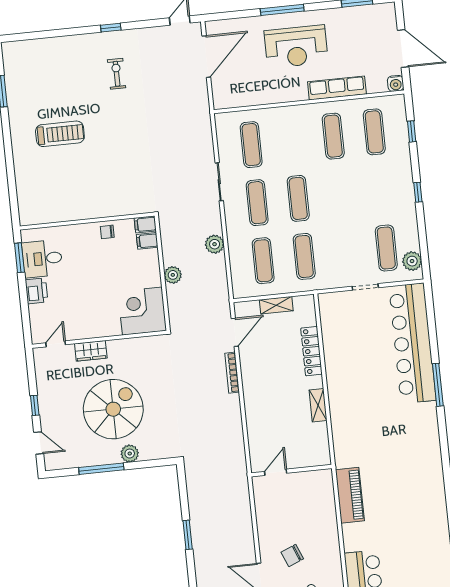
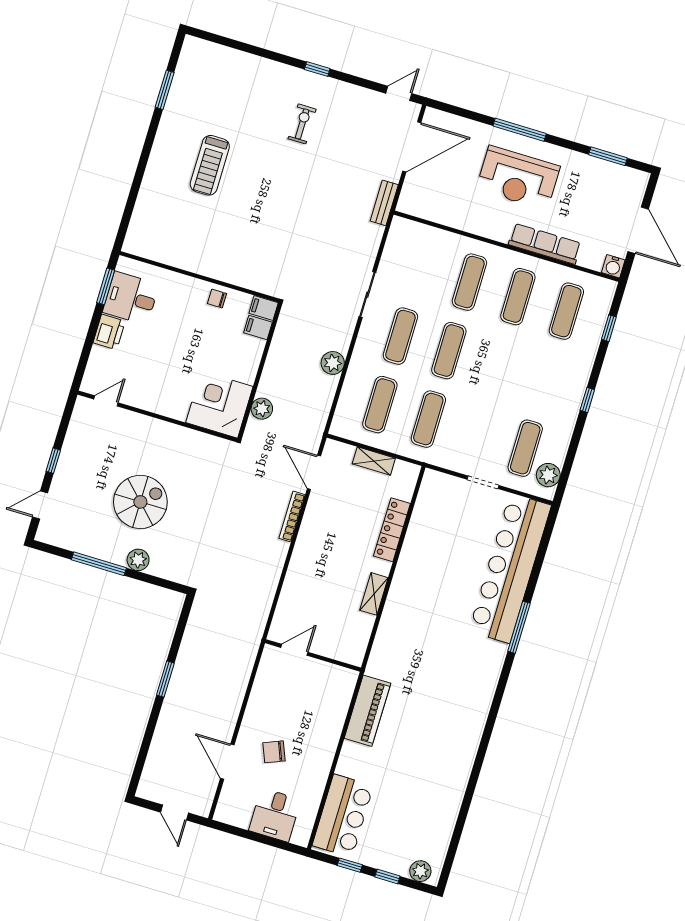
bench: (203, 107) -> (384, 203), added
treadmill: (60, 134) -> (210, 165), turned 90
exercise mat: (251, 145) -> (469, 282), moved
plant: (173, 275) -> (262, 409), moved
door: (235, 332) -> (314, 472), swing flipped
wardrobe: (91, 351) -> (142, 425), removed
spiral stairs: (113, 409) -> (140, 502), width x0.73, depth x0.73
door: (39, 443) -> (40, 505), swing flipped

